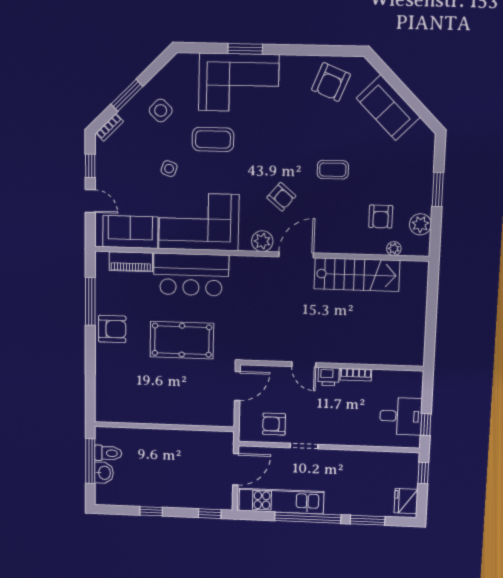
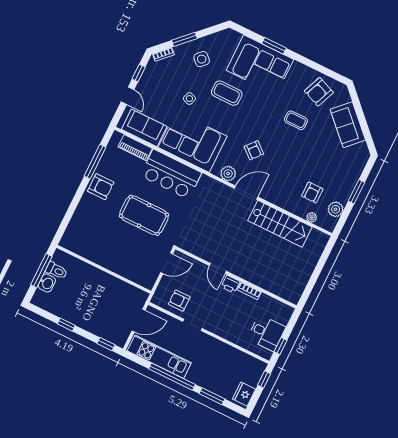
coffee table: (333, 170) -> (296, 120), moved

